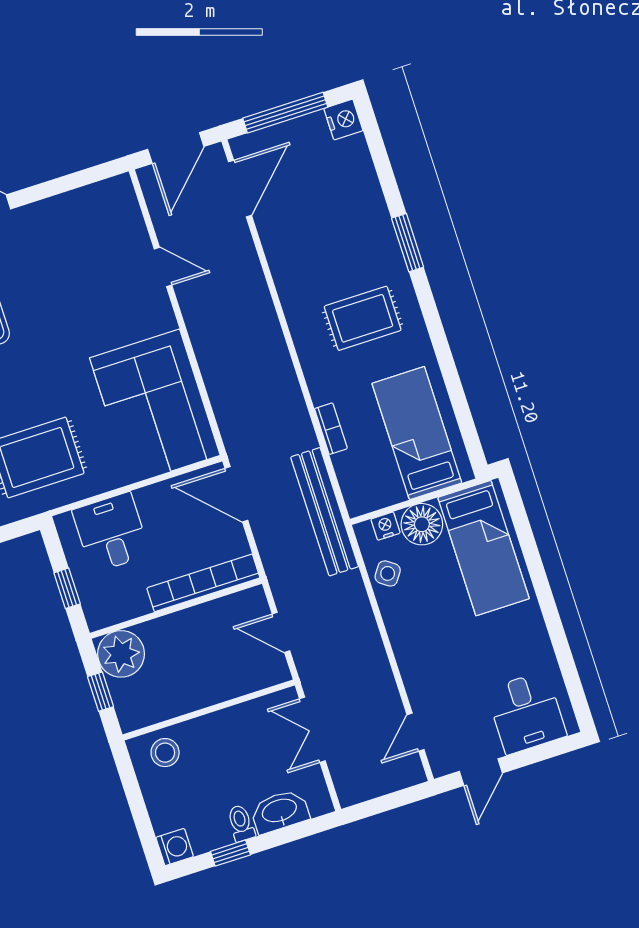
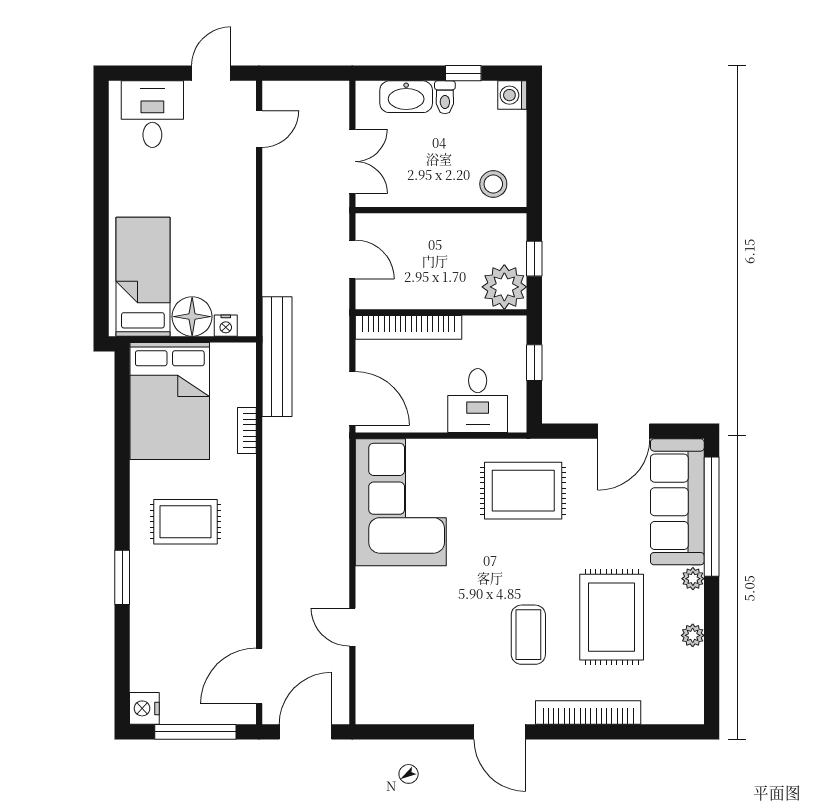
bed: (417, 433) -> (170, 401), width x1.50
side table: (388, 573) -> (238, 282), removed

